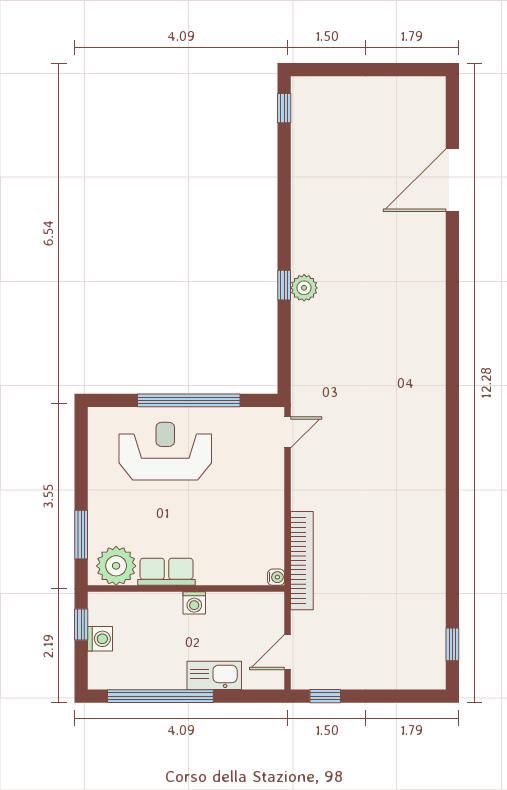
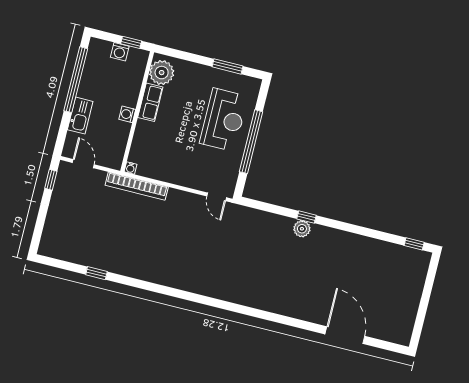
window: (81, 535) -> (228, 66), moved
window: (452, 644) -> (96, 273), moved

